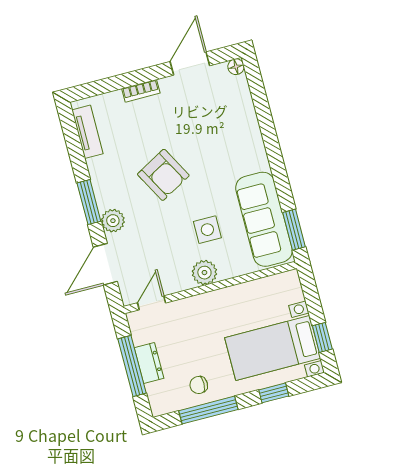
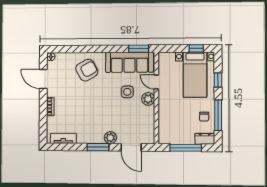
armchair: (163, 175) -> (87, 70), moved
door: (152, 303) -> (156, 82), moved
dresser: (149, 363) -> (205, 139), moved

